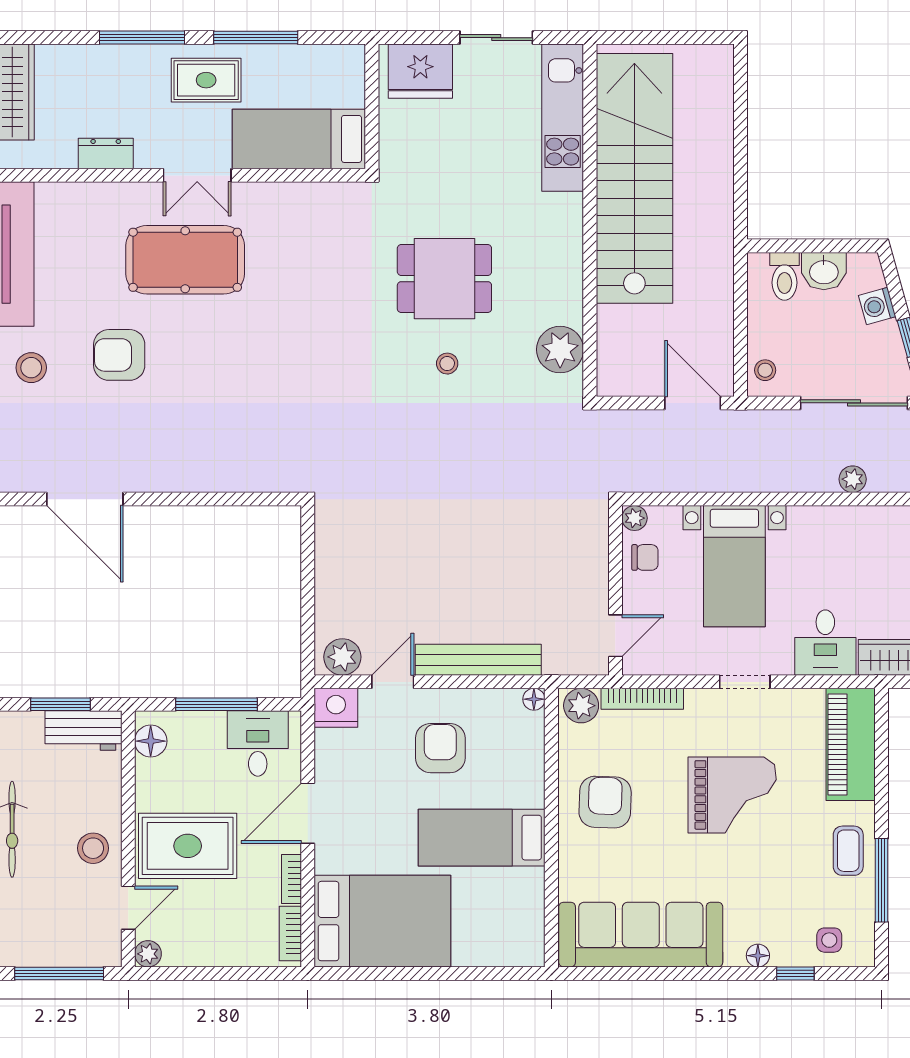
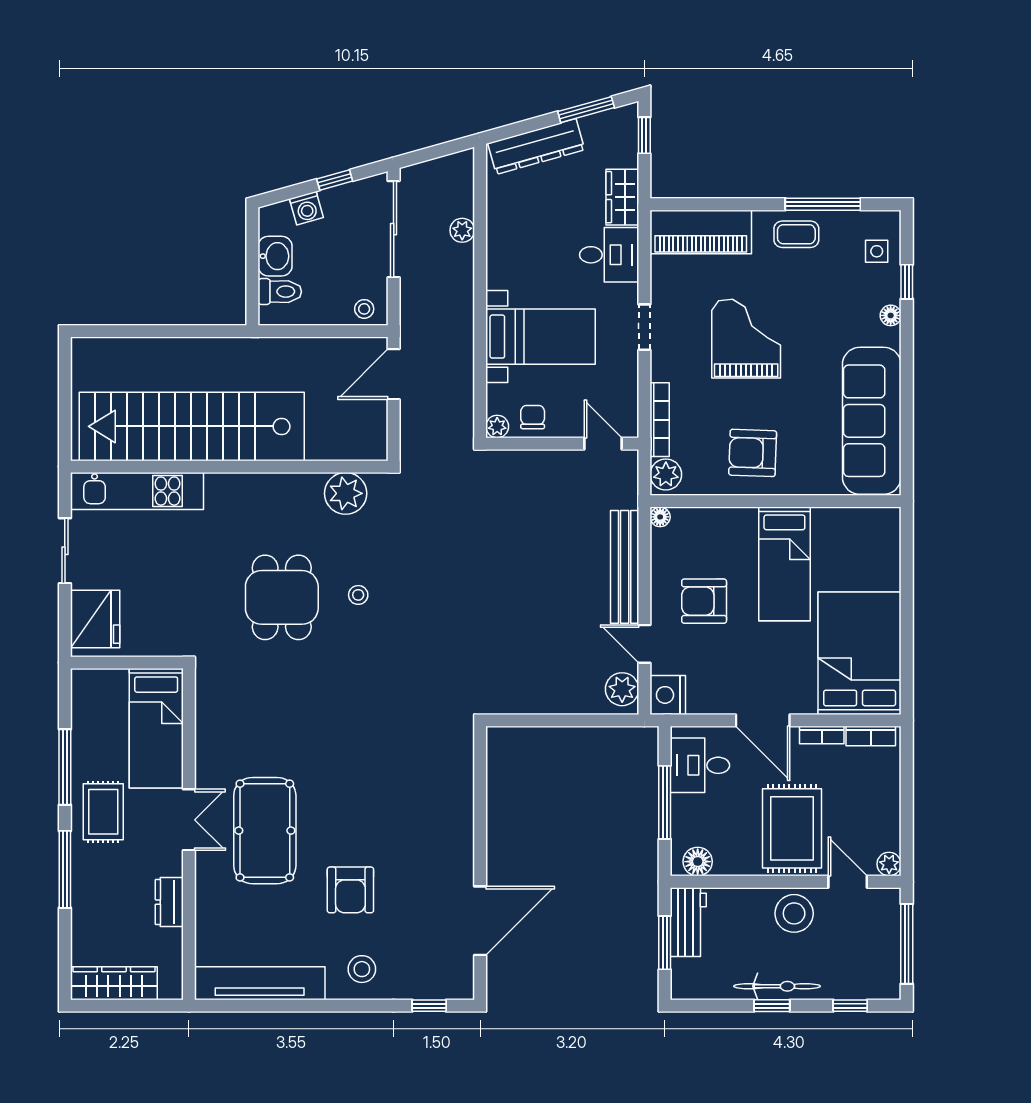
stool: (93, 848) -> (794, 913), width x1.38, depth x1.38

